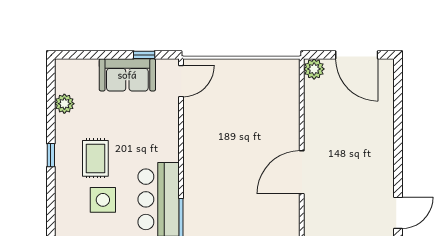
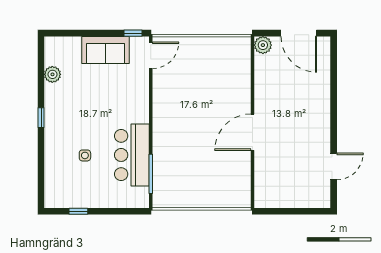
window: (144, 55) -> (133, 33), moved
rug: (95, 158) -> (79, 121), removed
side table: (103, 200) -> (85, 155), width x0.54, depth x0.54

